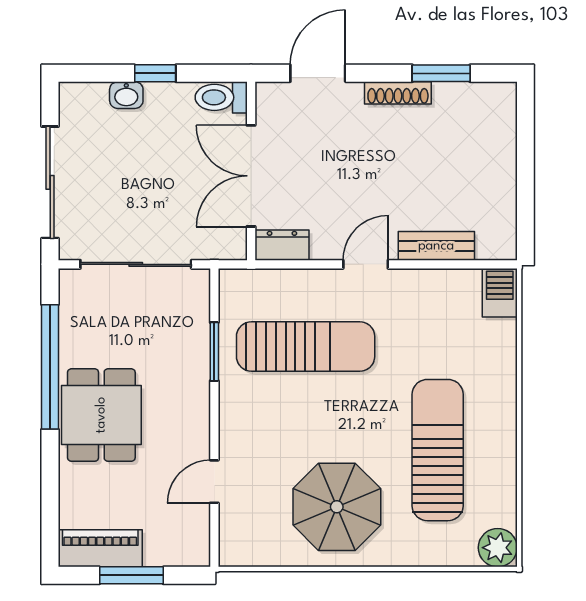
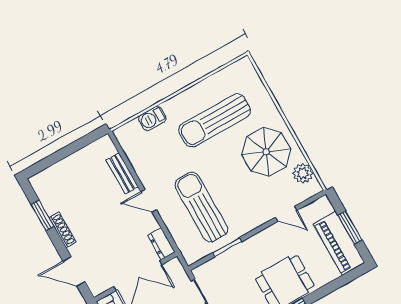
barbecue: (500, 293) -> (152, 118), moved
piano: (100, 548) -> (339, 243), width x1.37, depth x1.33
plant: (498, 548) -> (303, 173), moved

